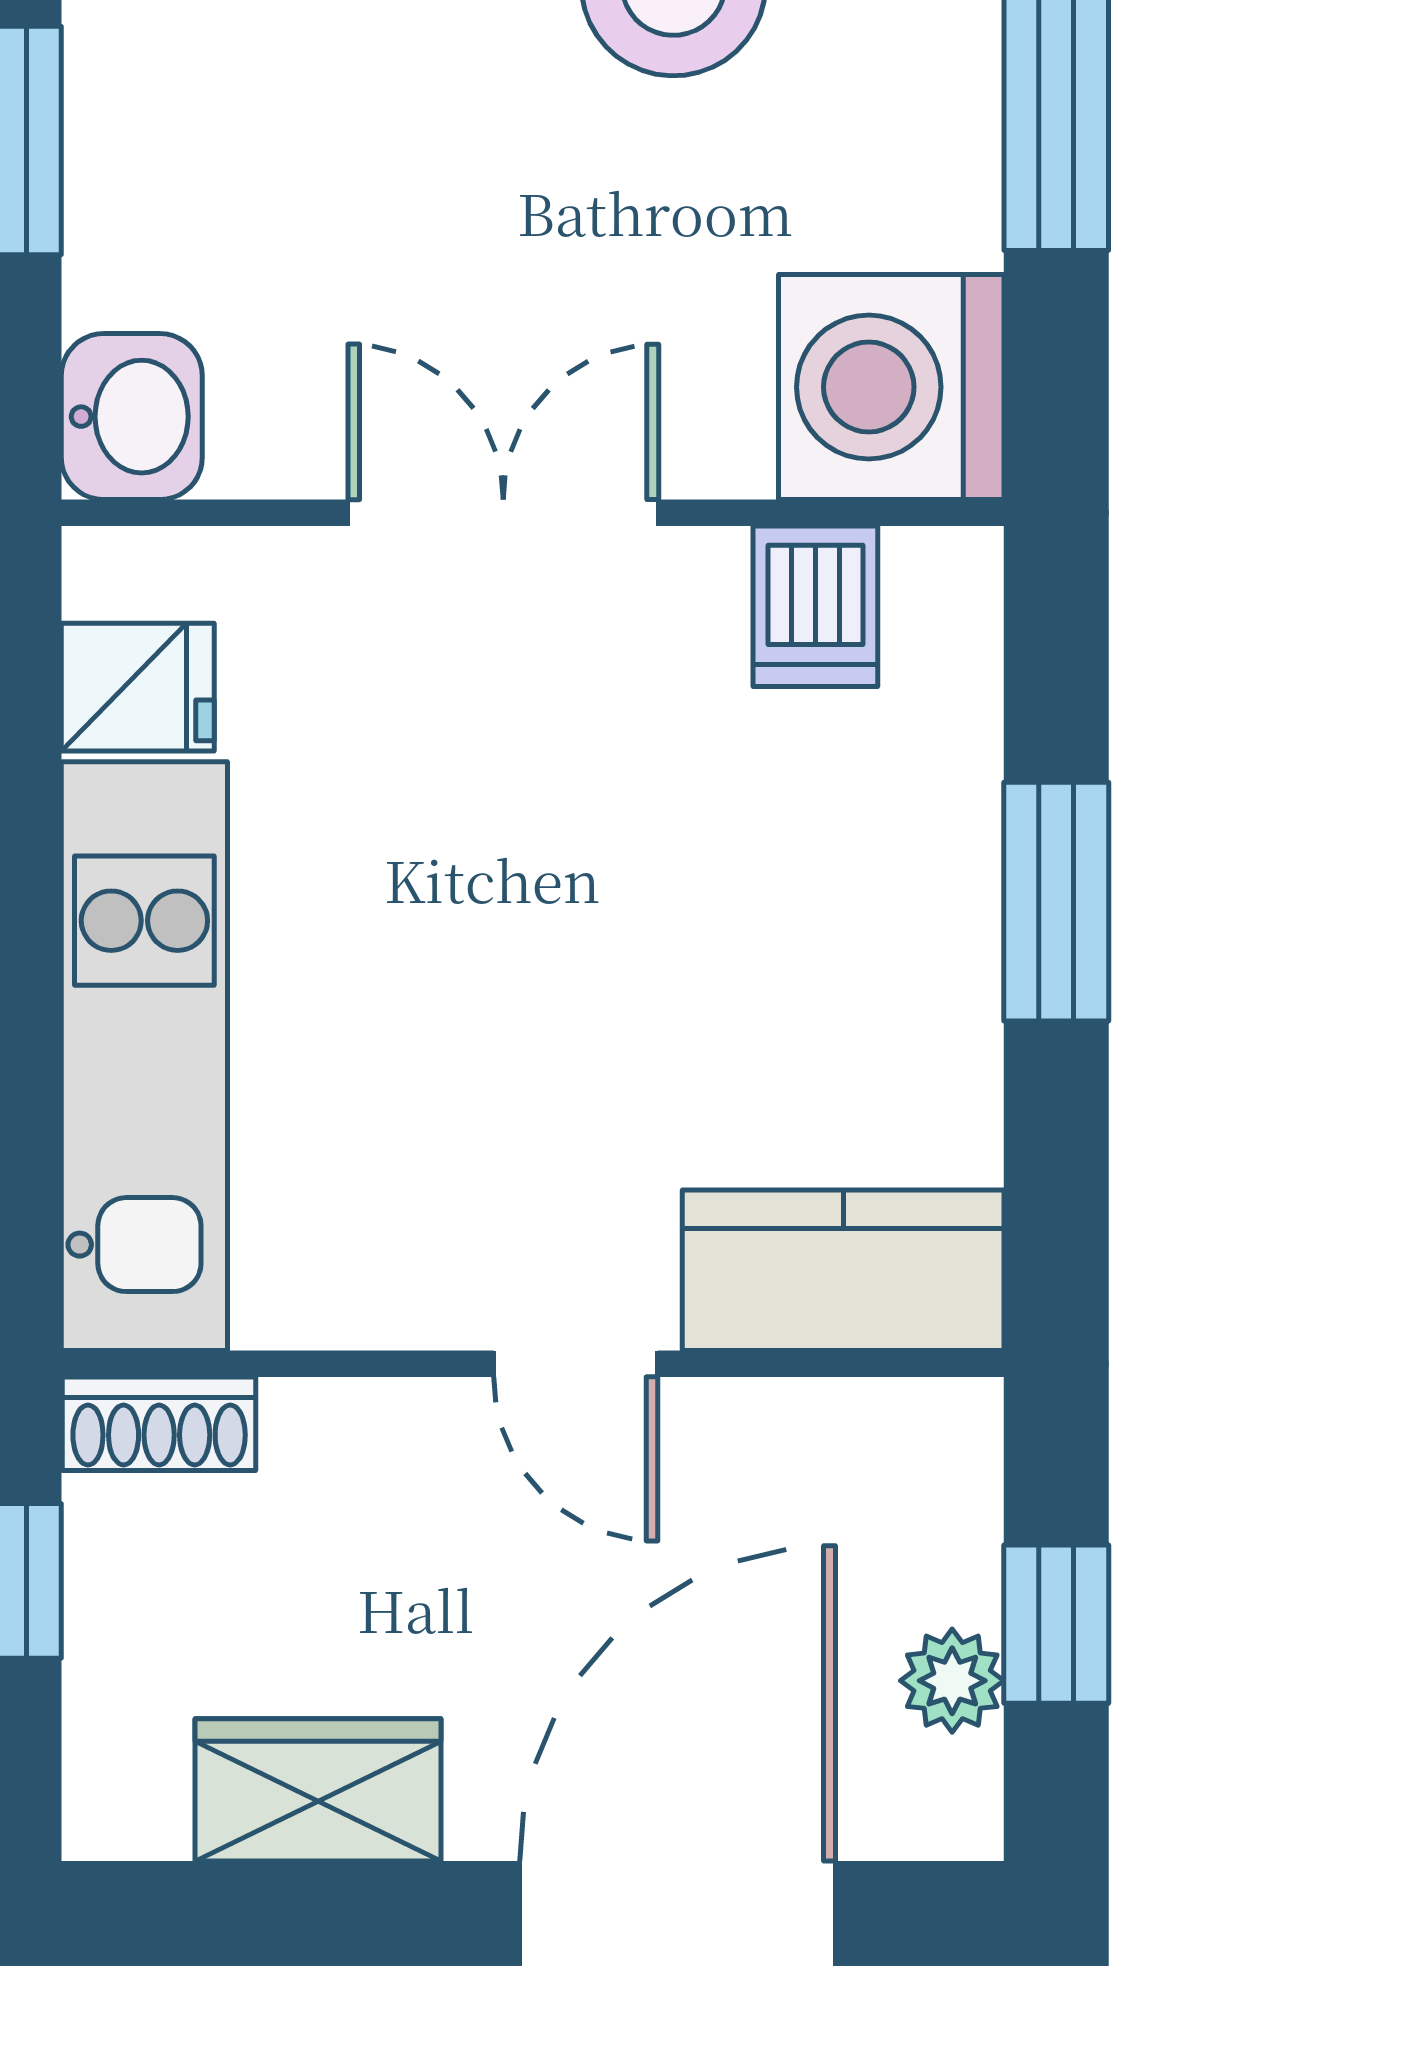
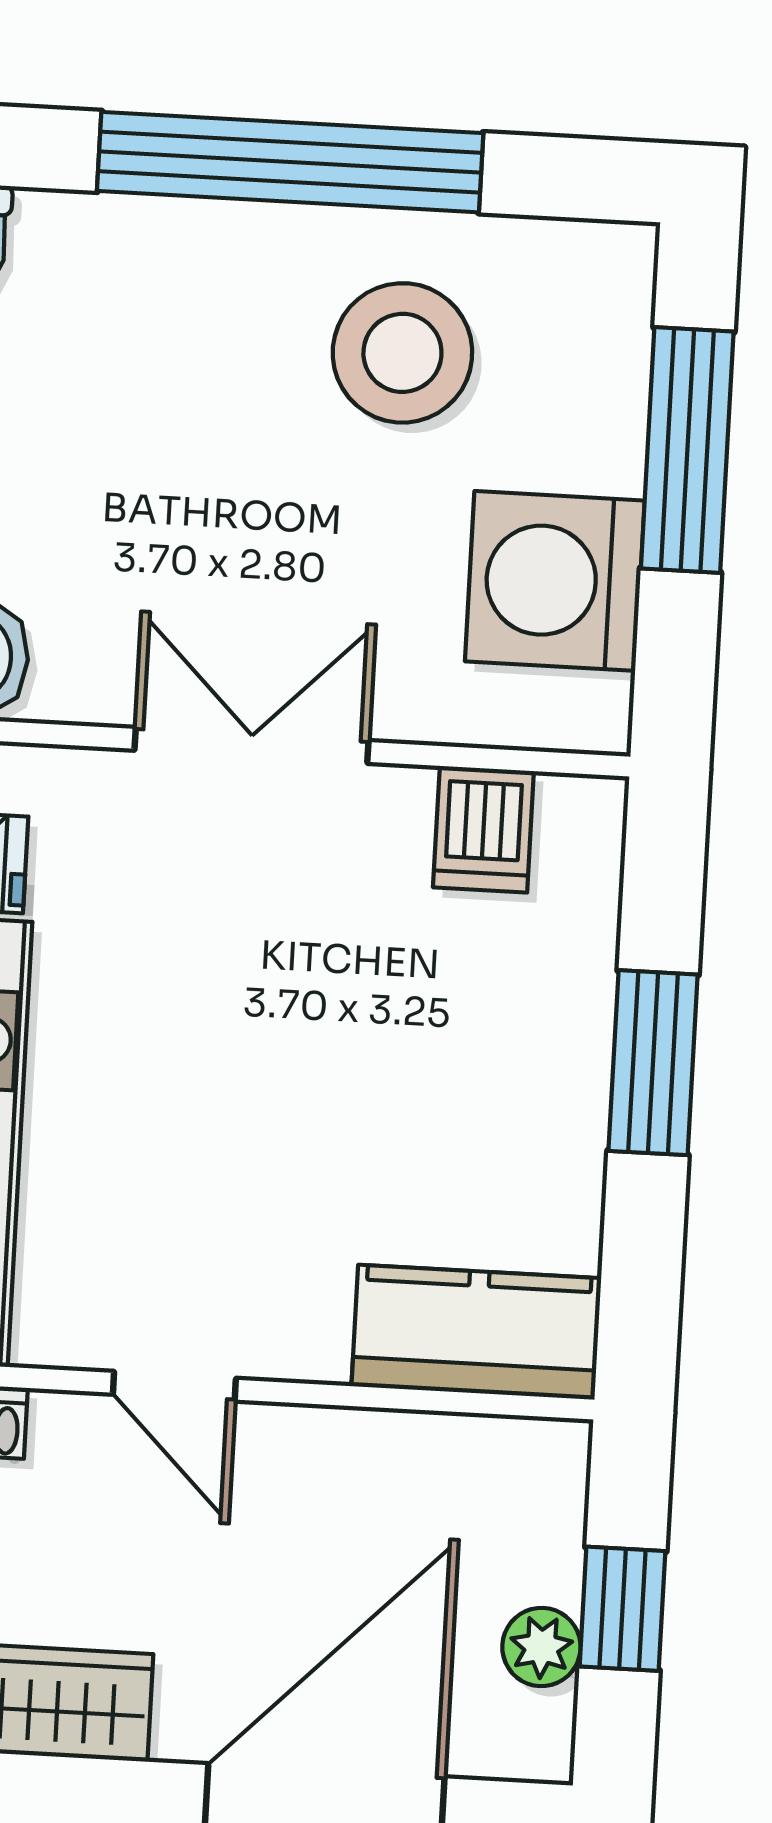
washing machine: (891, 387) -> (555, 581), moved
door: (576, 1364) -> (174, 1386), moved

